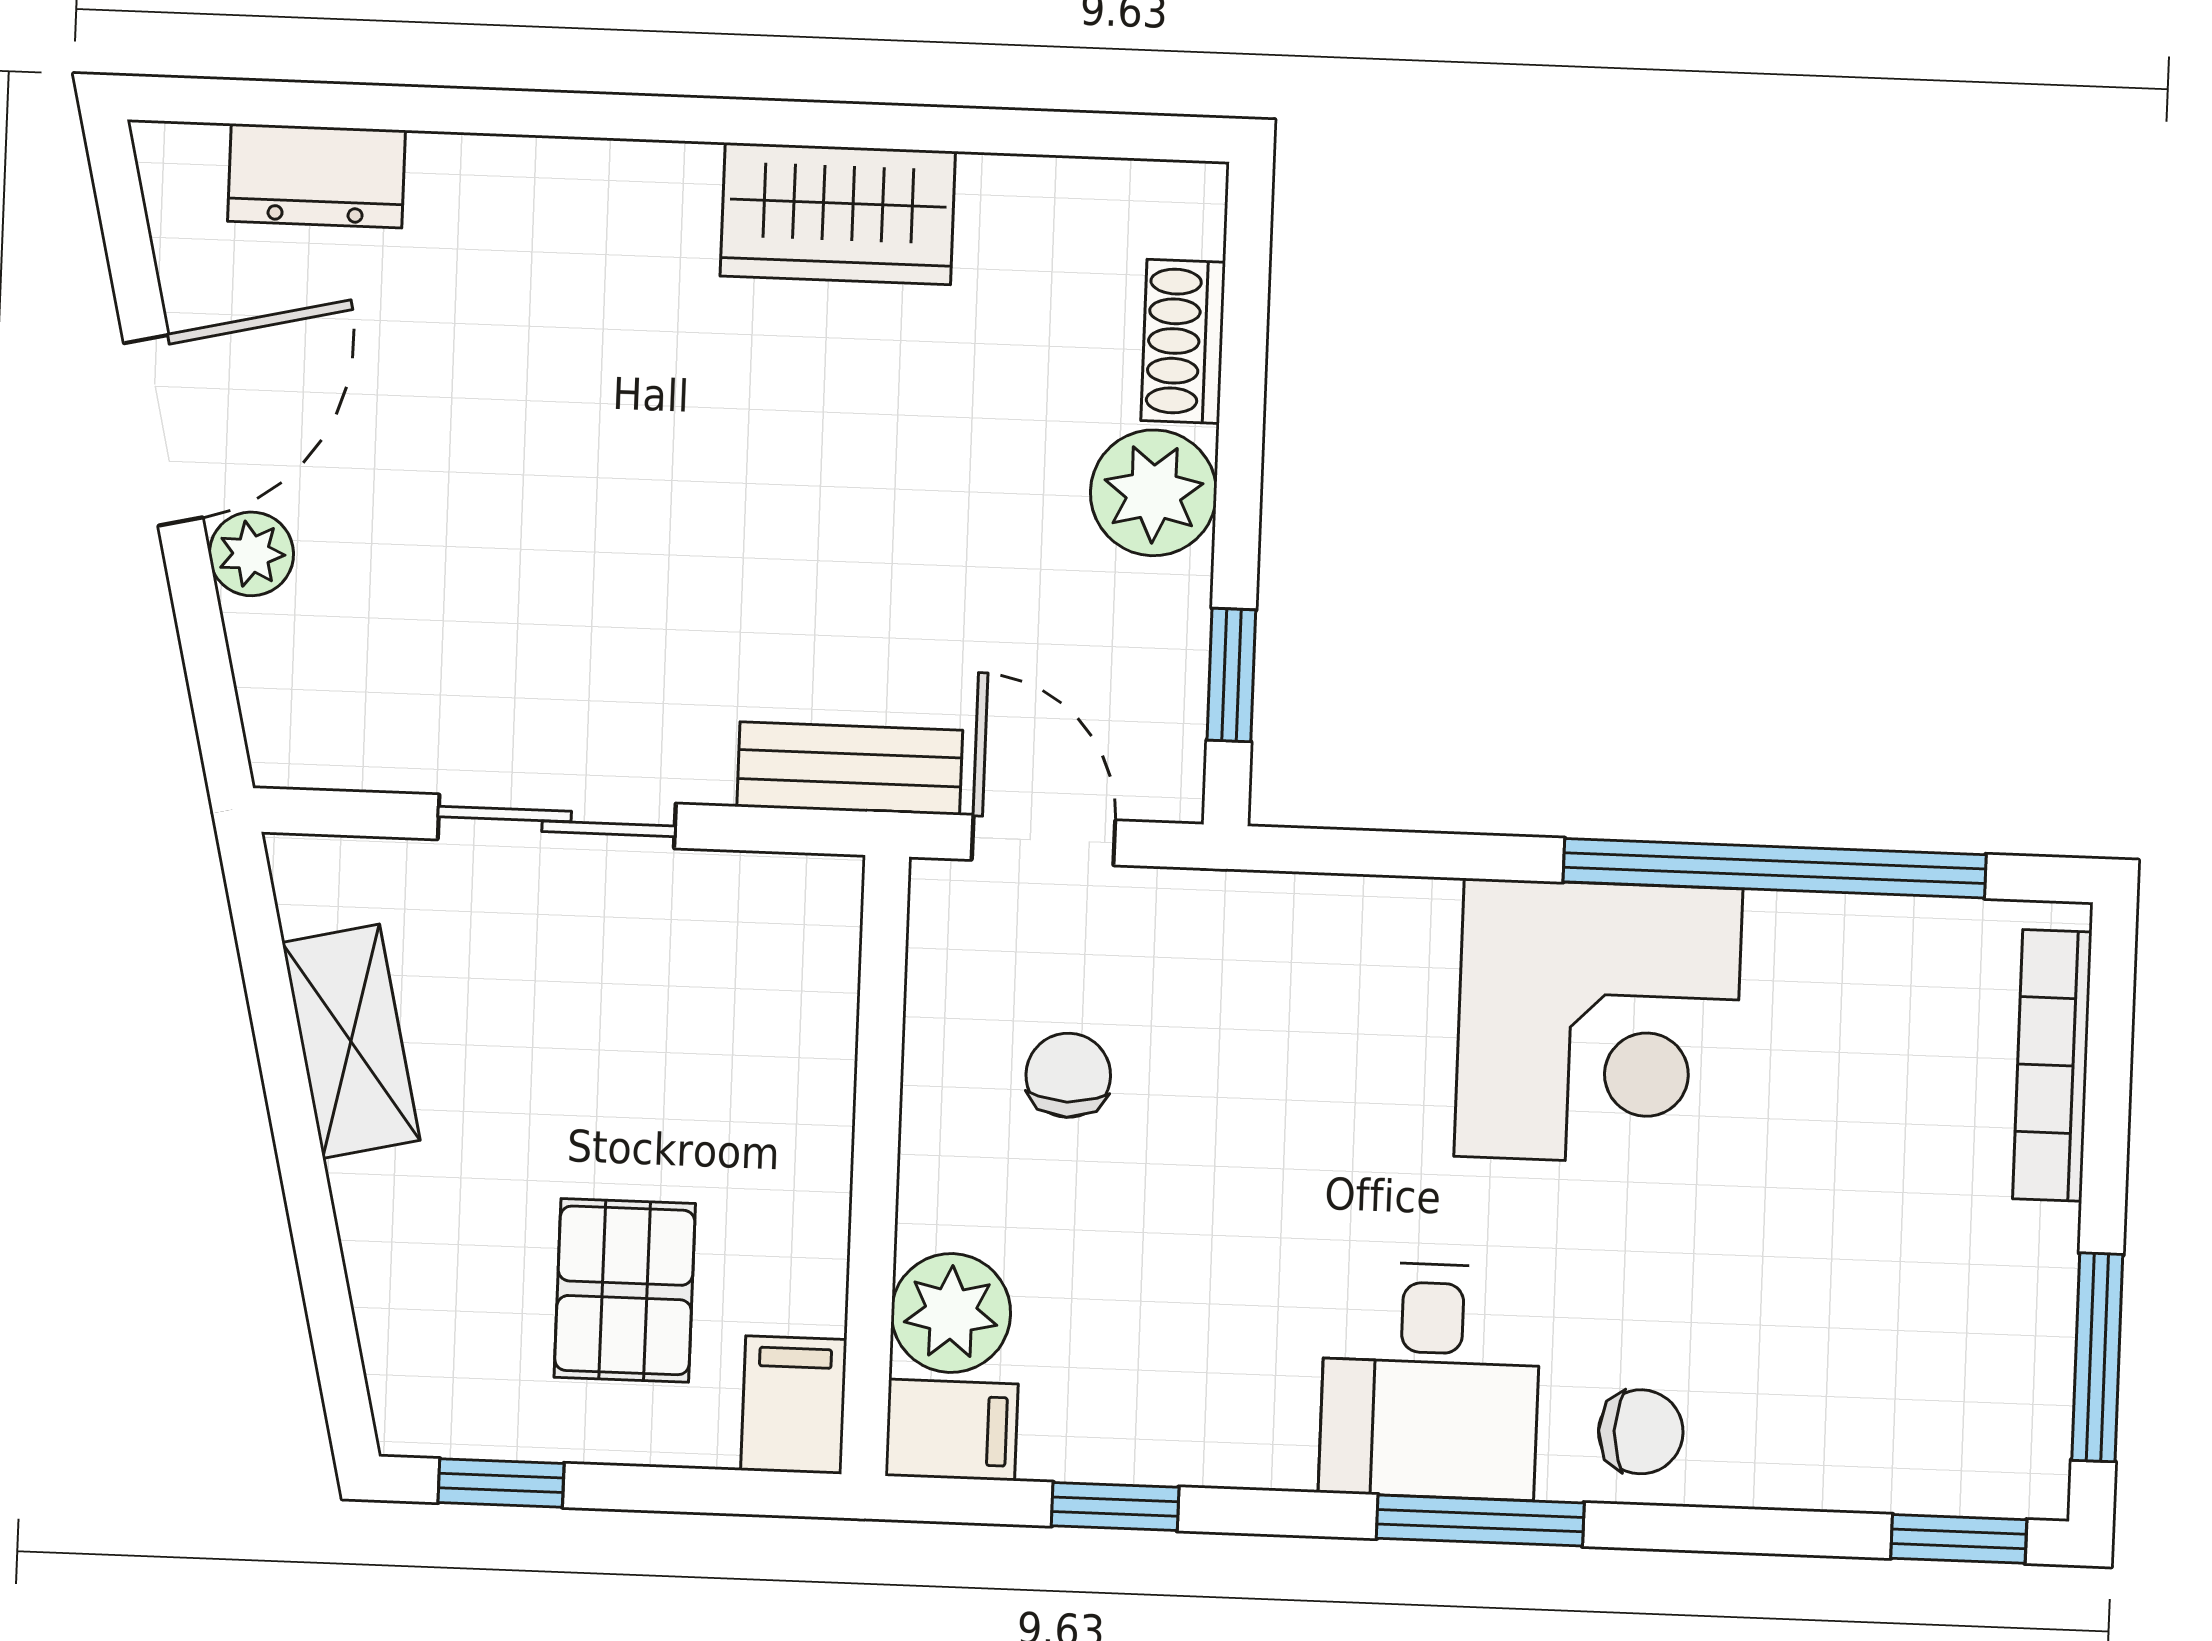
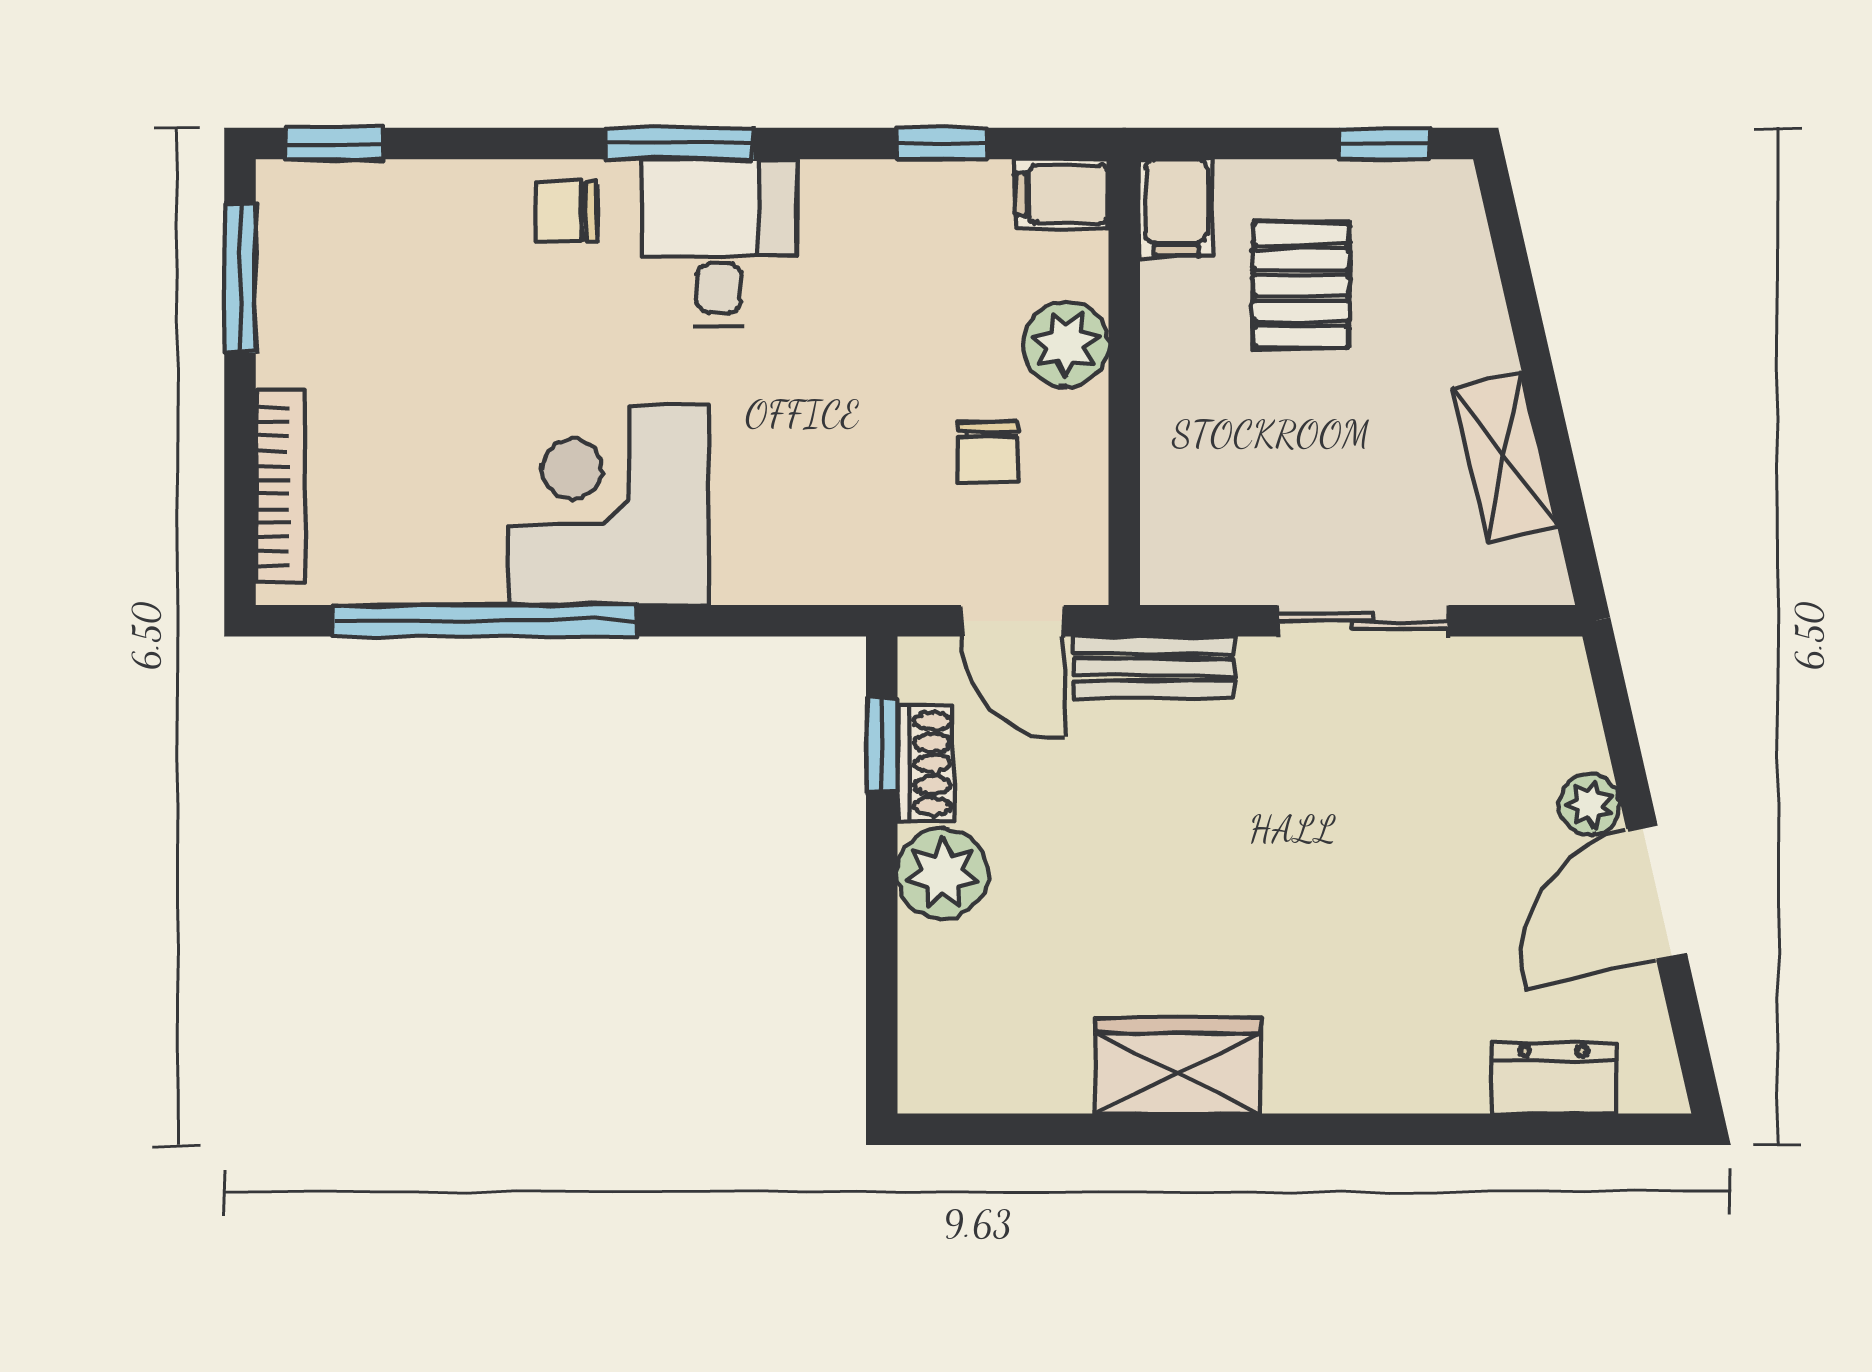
shoe rack: (1183, 341) -> (926, 764), moved
plant: (951, 1313) -> (1066, 344), moved

